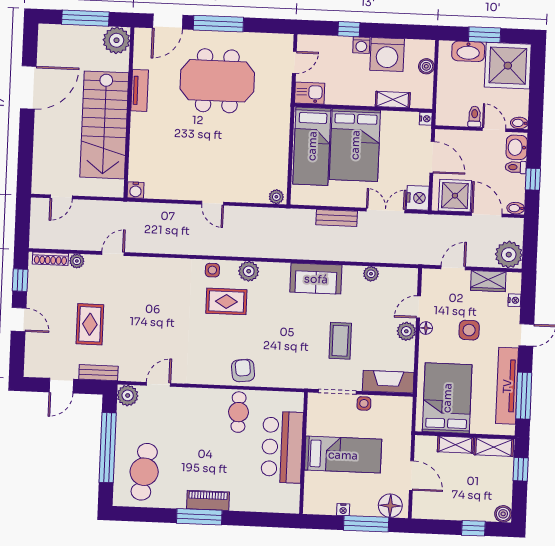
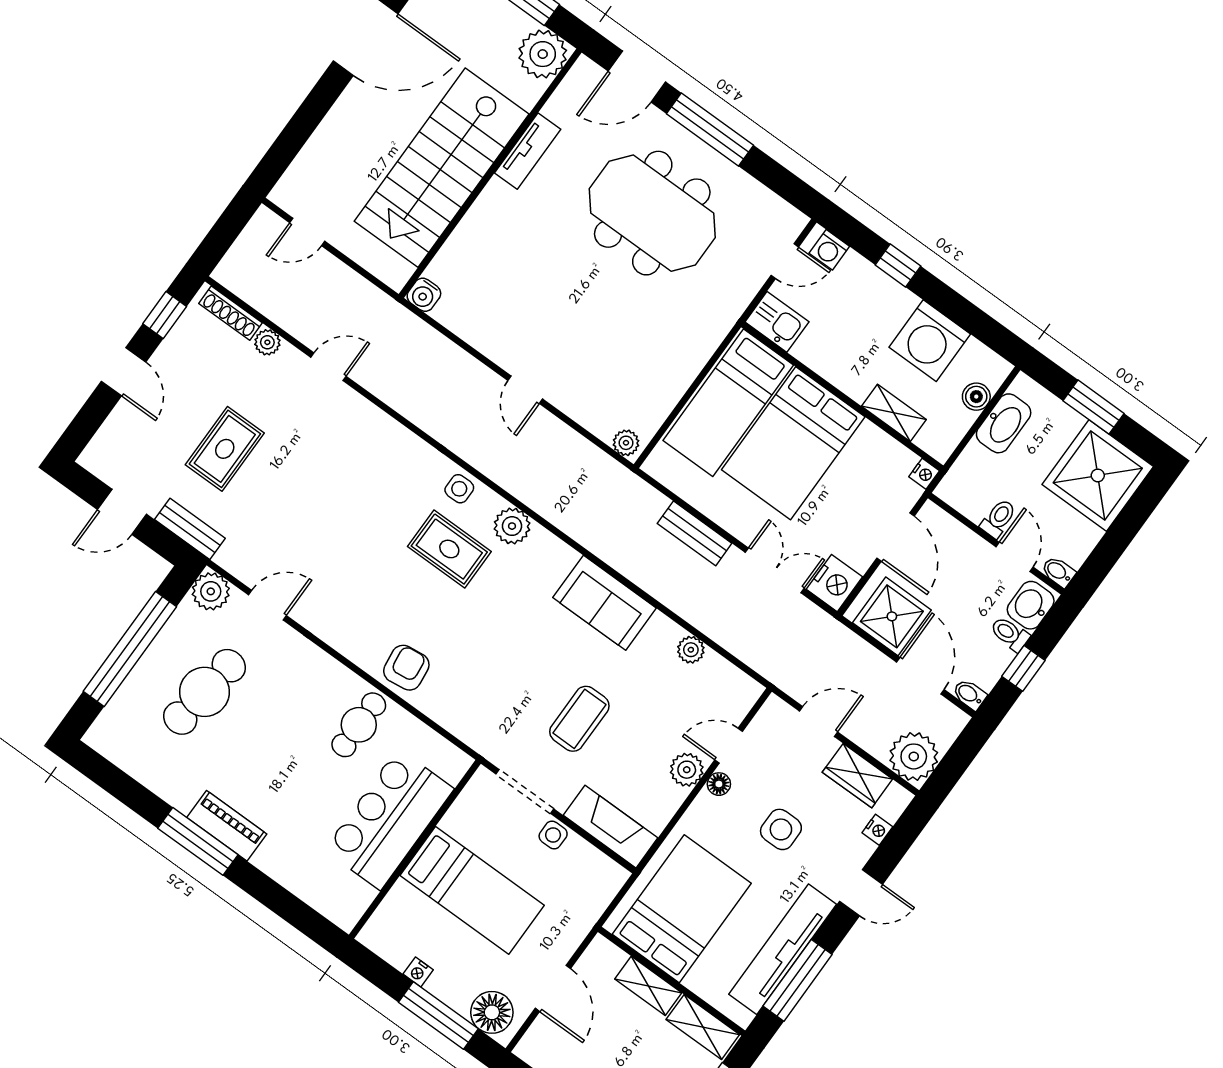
washing machine: (361, 45) -> (829, 250), moved
washbasin: (468, 51) -> (1004, 423), moved, turned -90
cafe table: (144, 472) -> (205, 692), moved

